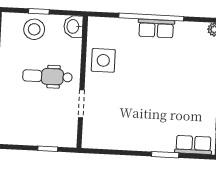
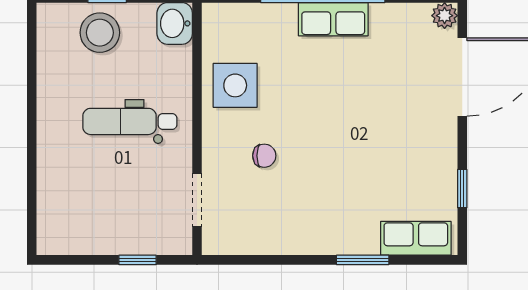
chair: (117, 98) -> (264, 156), added
doorway: (81, 104) -> (197, 200), moved

